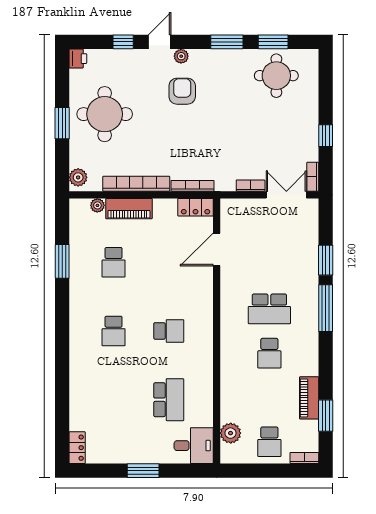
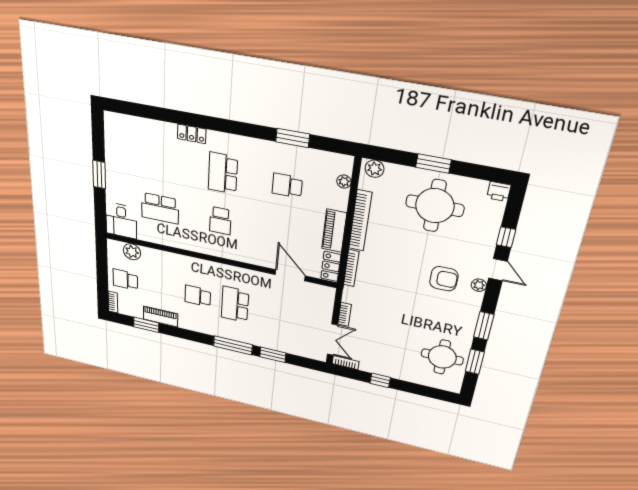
piano: (129, 209) -> (334, 231), moved
school desk: (114, 331) -> (223, 173), width x1.85
locker: (77, 448) -> (192, 134), moved

